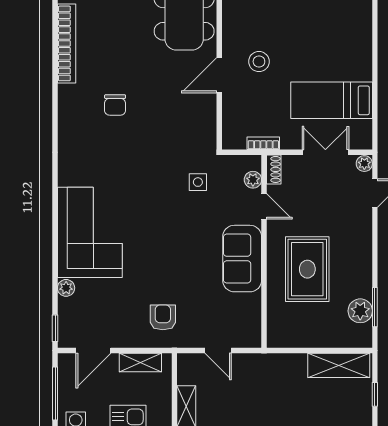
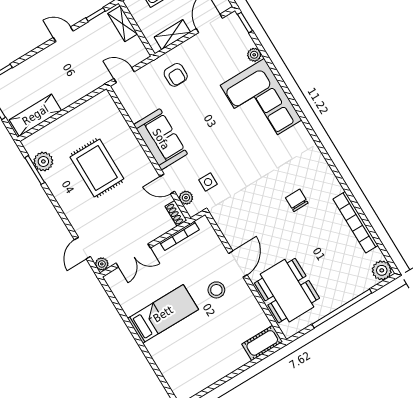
bed: (332, 100) -> (163, 314), moved
bookcase: (263, 143) -> (179, 236), width x1.56
shoe rack: (274, 169) -> (176, 213), moved
plant: (253, 180) -> (186, 198), moved
door: (264, 206) -> (167, 184), moved
wall: (264, 251) -> (149, 153), moved
sofa: (242, 259) -> (161, 139), moved

